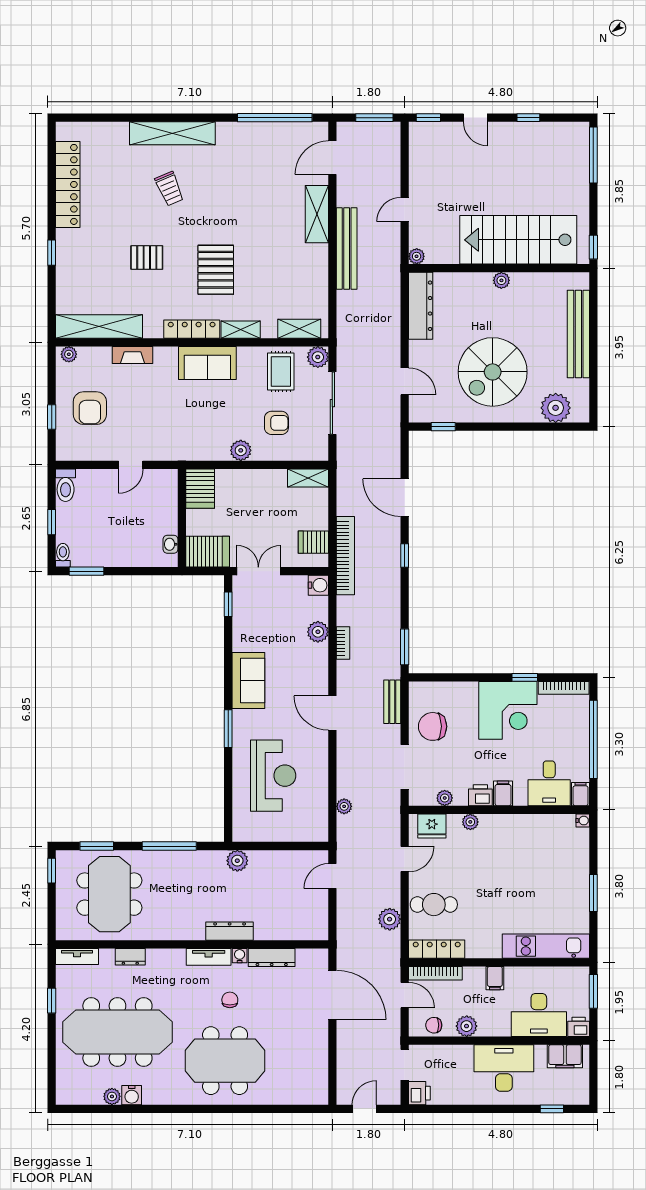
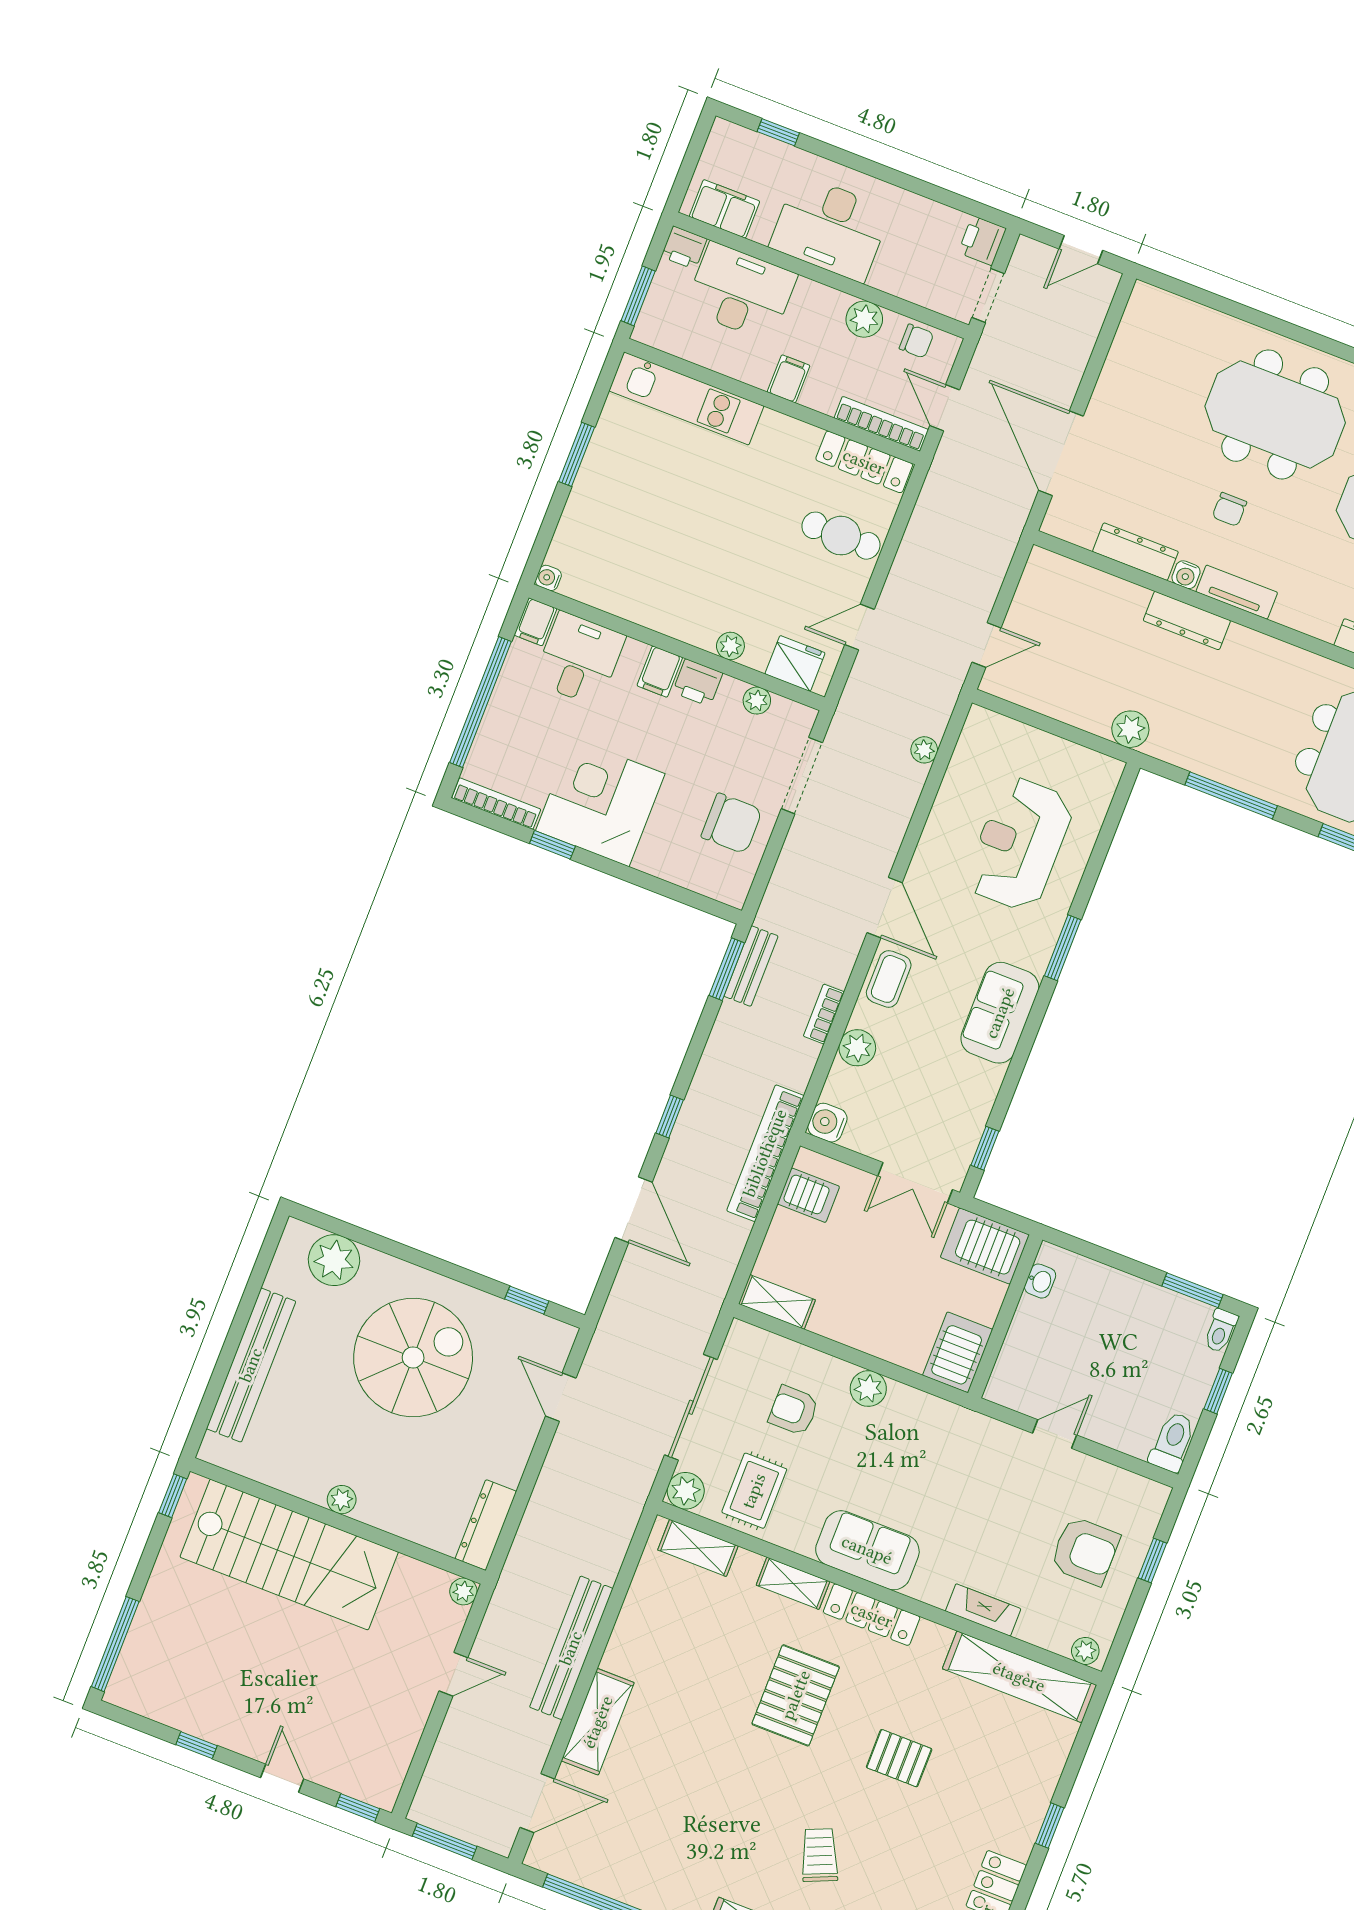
dresser: (421, 306) -> (486, 1525), width x0.73, depth x0.80
armchair: (90, 408) -> (1085, 1551), turned 90
coffee table: (315, 675) -> (889, 979), added
bench: (392, 702) -> (751, 966), moved
plant: (390, 919) -> (921, 540), removed

